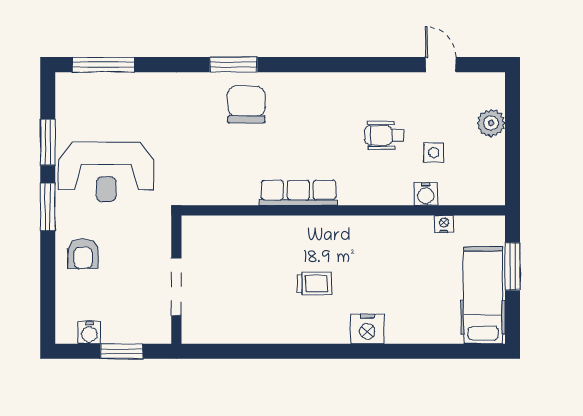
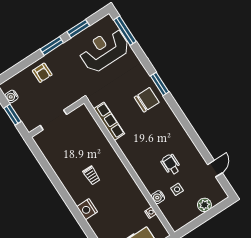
reception desk: (106, 172) -> (104, 50), moved, turned 90
row of seats: (298, 193) -> (109, 121), moved
armchair: (83, 254) -> (42, 73), turned -90

